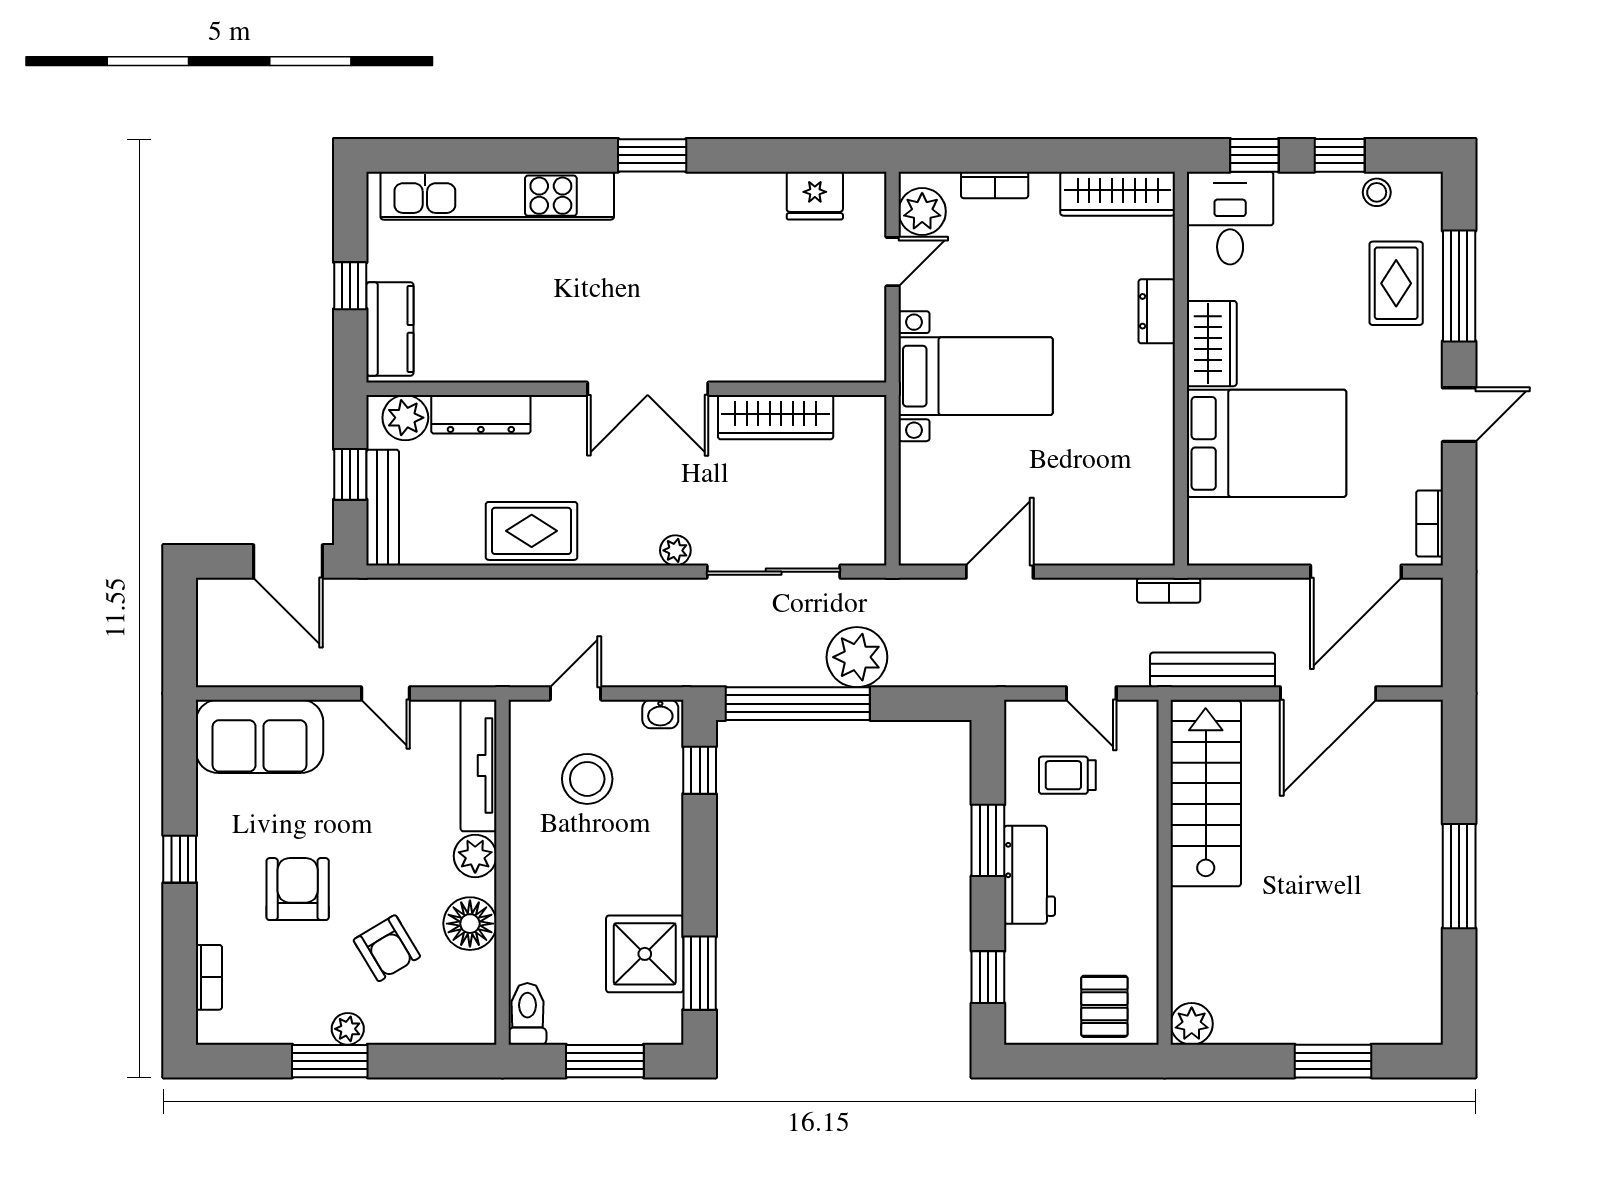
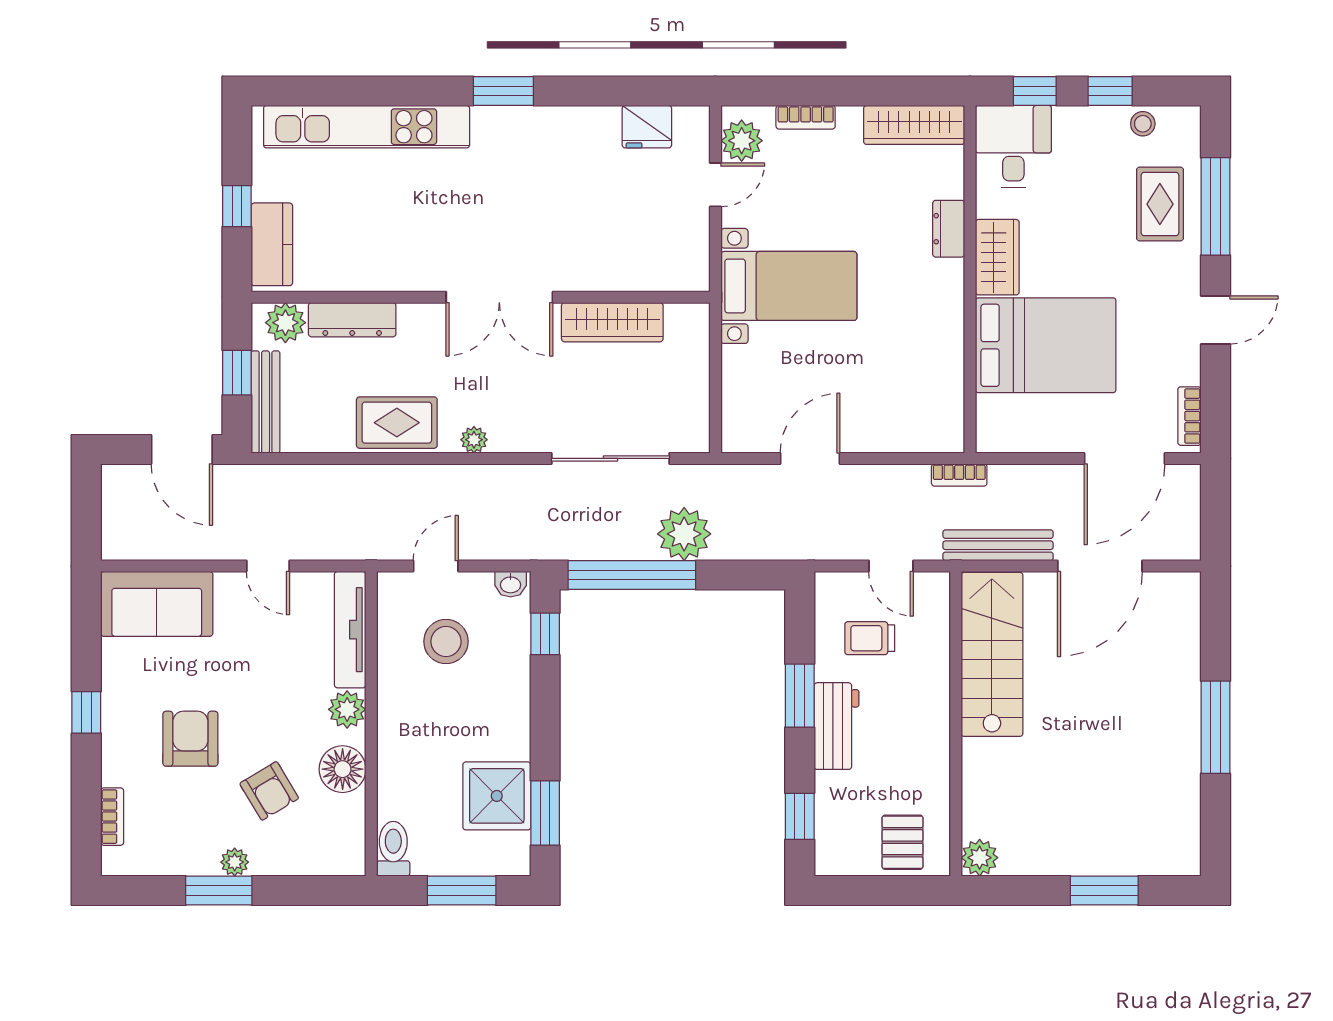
plant: (675, 550) -> (474, 440), moved

